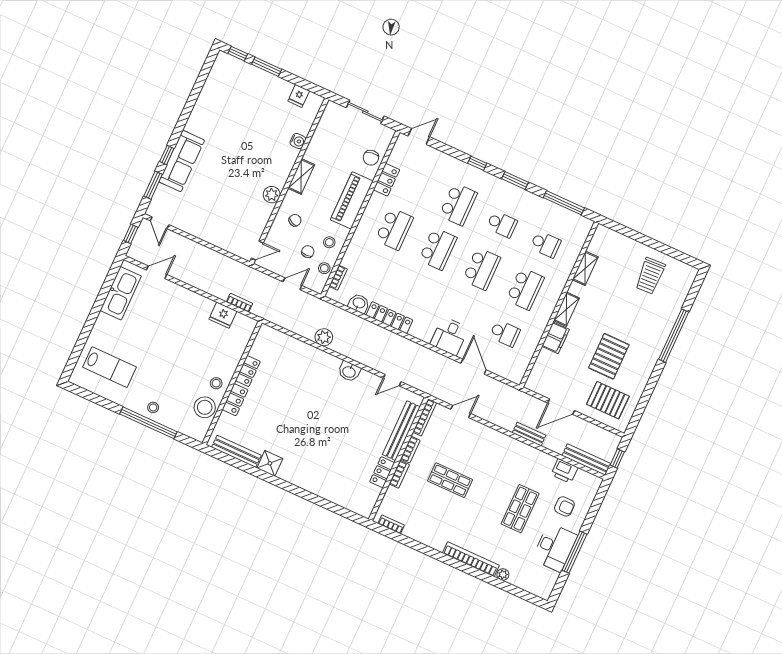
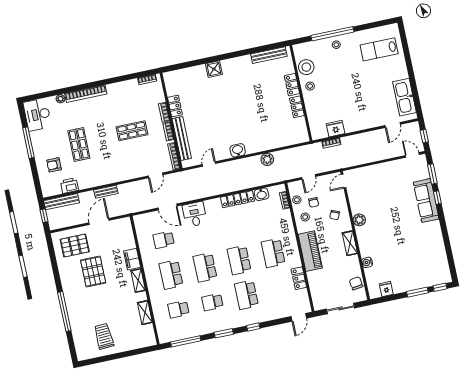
chair: (371, 158) -> (356, 283), moved
shower: (270, 463) -> (214, 69), moved
desk: (555, 547) -> (37, 115), moved

